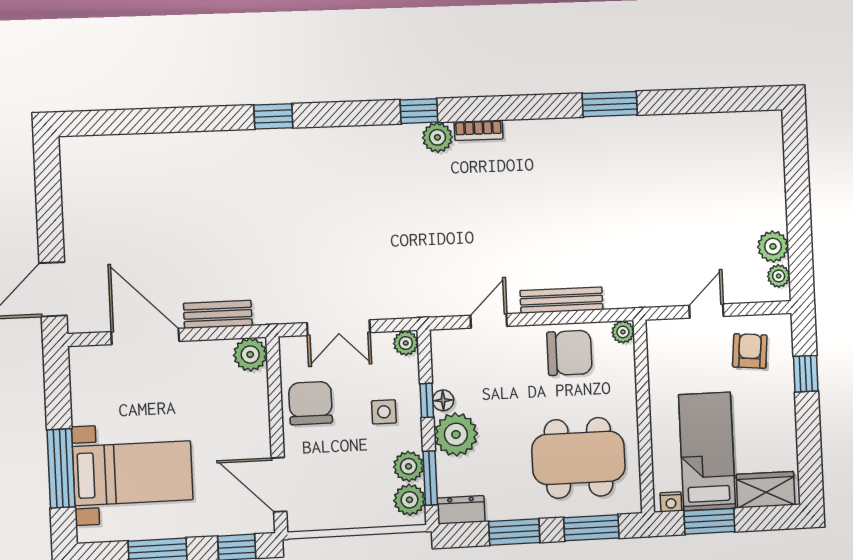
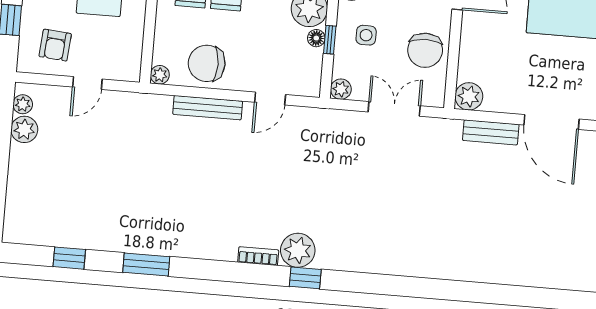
window: (273, 116) -> (69, 258), moved
plant: (437, 137) -> (298, 250), width x1.36, depth x1.36

